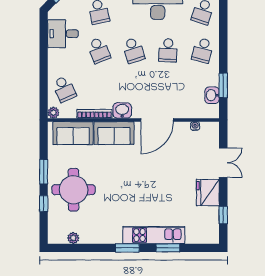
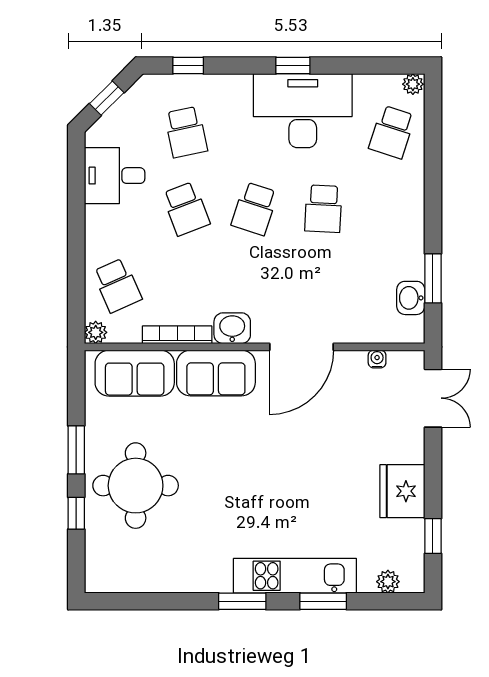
school desk: (133, 50) -> (255, 209), turned 36
school desk: (203, 50) -> (392, 209), removed
double door: (223, 163) -> (433, 398), moved
plant: (73, 238) -> (388, 582), moved

